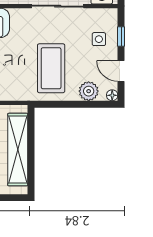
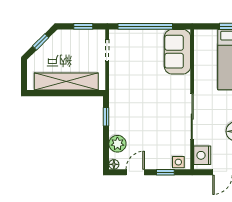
side table: (99, 39) -> (178, 162), moved
coffee table: (51, 68) -> (138, 111), removed
window: (58, 104) -> (106, 117), added

